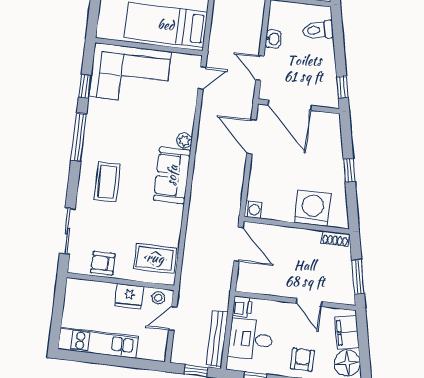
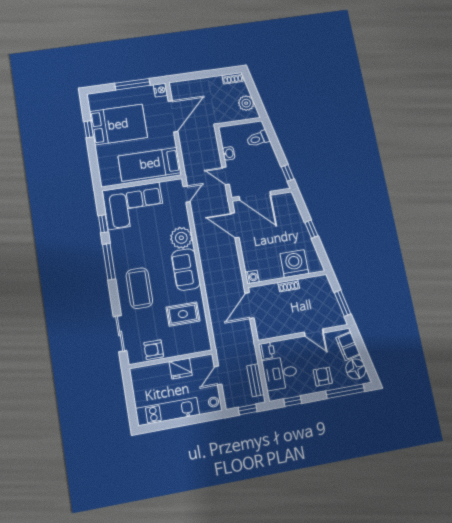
plant: (184, 140) -> (181, 238), width x1.88, depth x1.88
coffee table: (107, 182) -> (139, 288), width x1.36, depth x1.32
shoe rack: (335, 239) -> (289, 286), moved
door: (238, 244) -> (249, 306), swing flipped
rug: (155, 258) -> (183, 314), moved
stool: (158, 298) -> (213, 402), moved
bench: (217, 338) -> (255, 380), width x0.73

